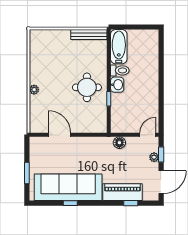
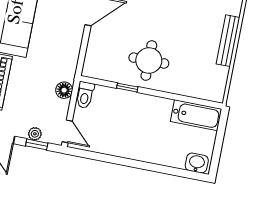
bench: (89, 35) -> (228, 41), moved
toilet: (120, 70) -> (85, 95), moved
washbasin: (117, 85) -> (197, 163), moved, turned 180

